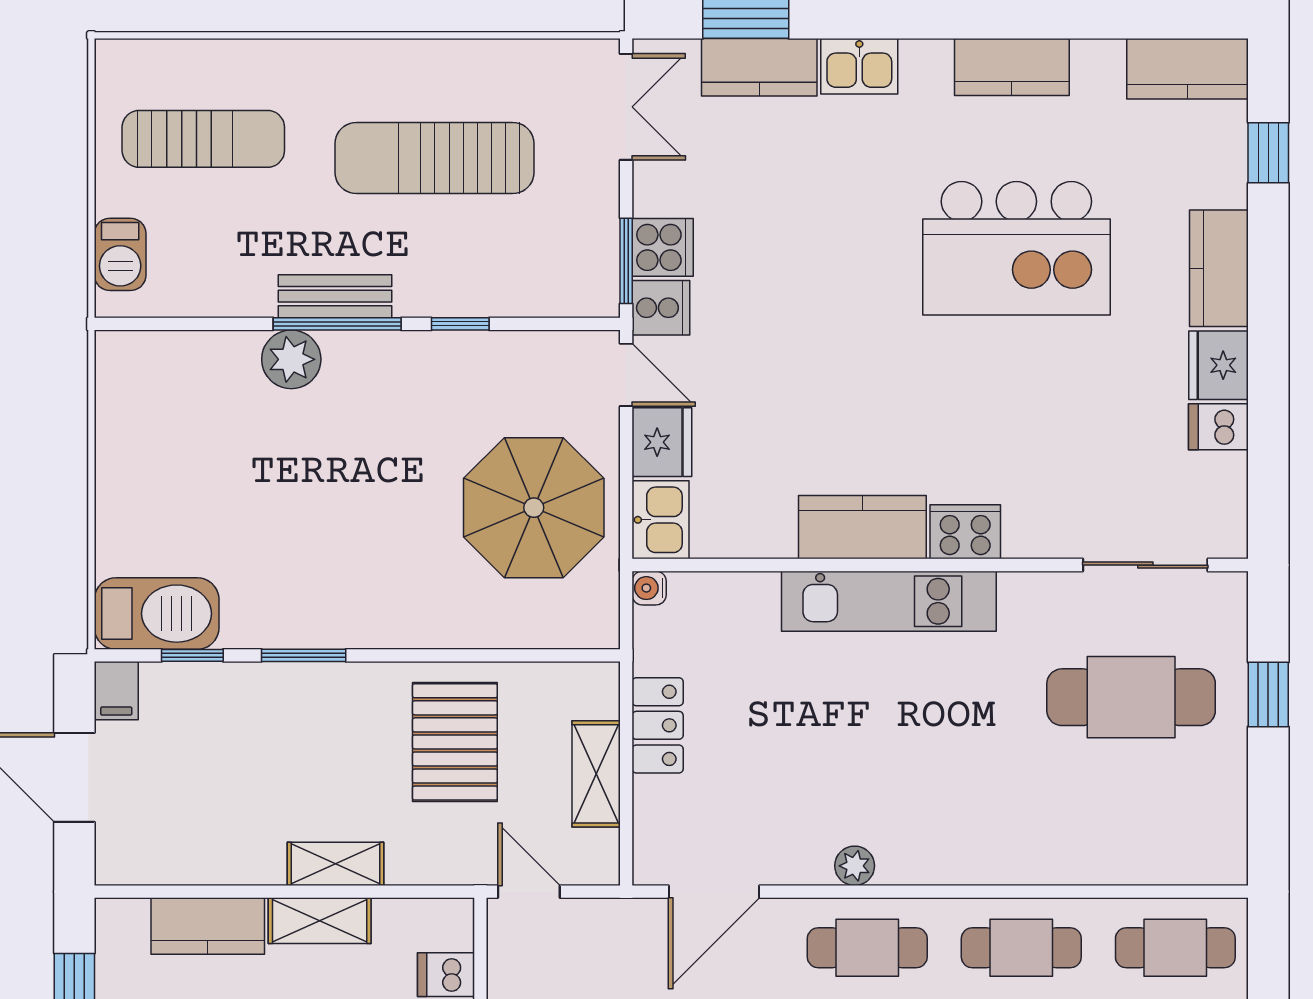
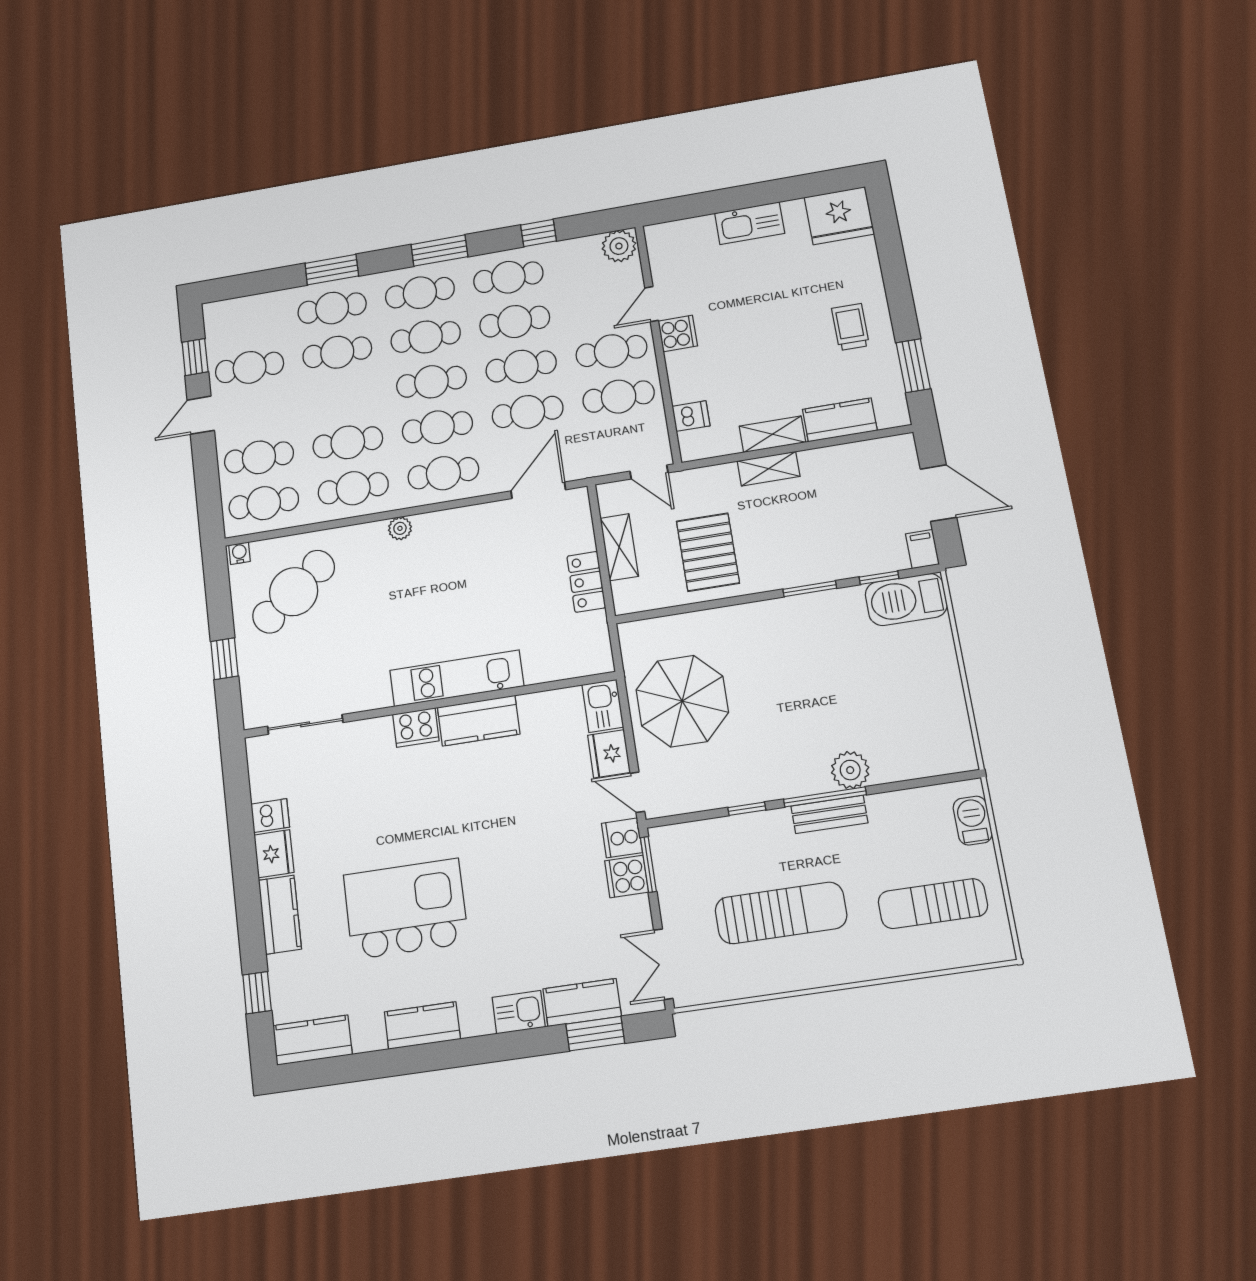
water cooler: (649, 588) -> (239, 553), moved, turned -90
cafe table: (1131, 697) -> (294, 592), moved, turned -38
plant: (855, 866) -> (400, 528), moved

